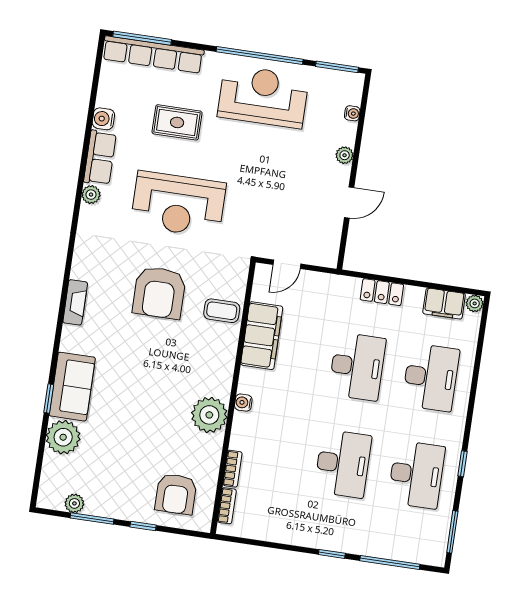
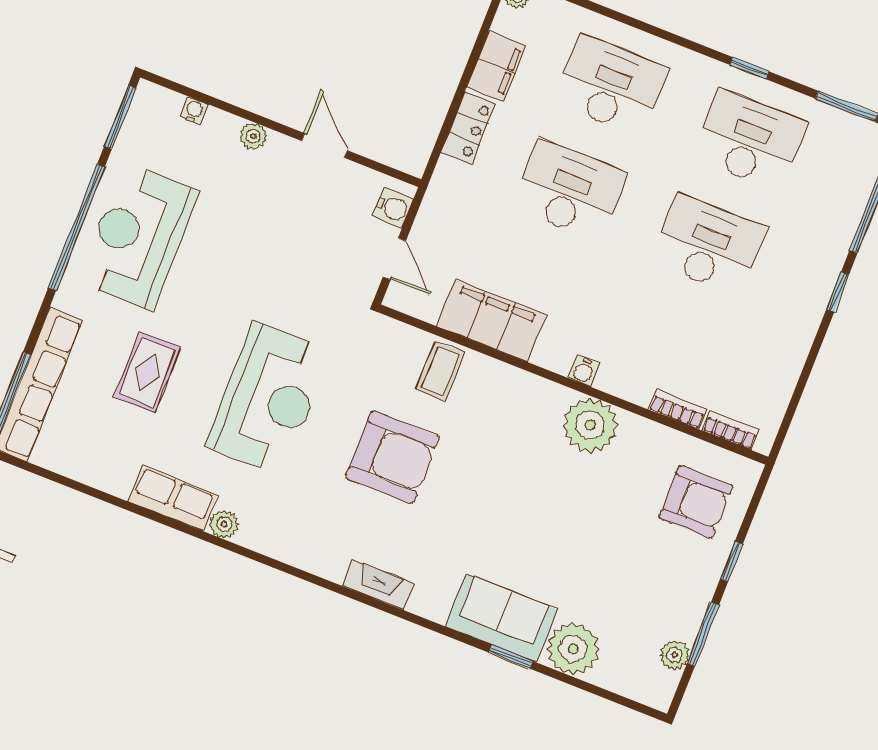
water cooler: (103, 119) -> (393, 208), moved, turned -90
filing cabinet: (444, 304) -> (496, 66), moved

